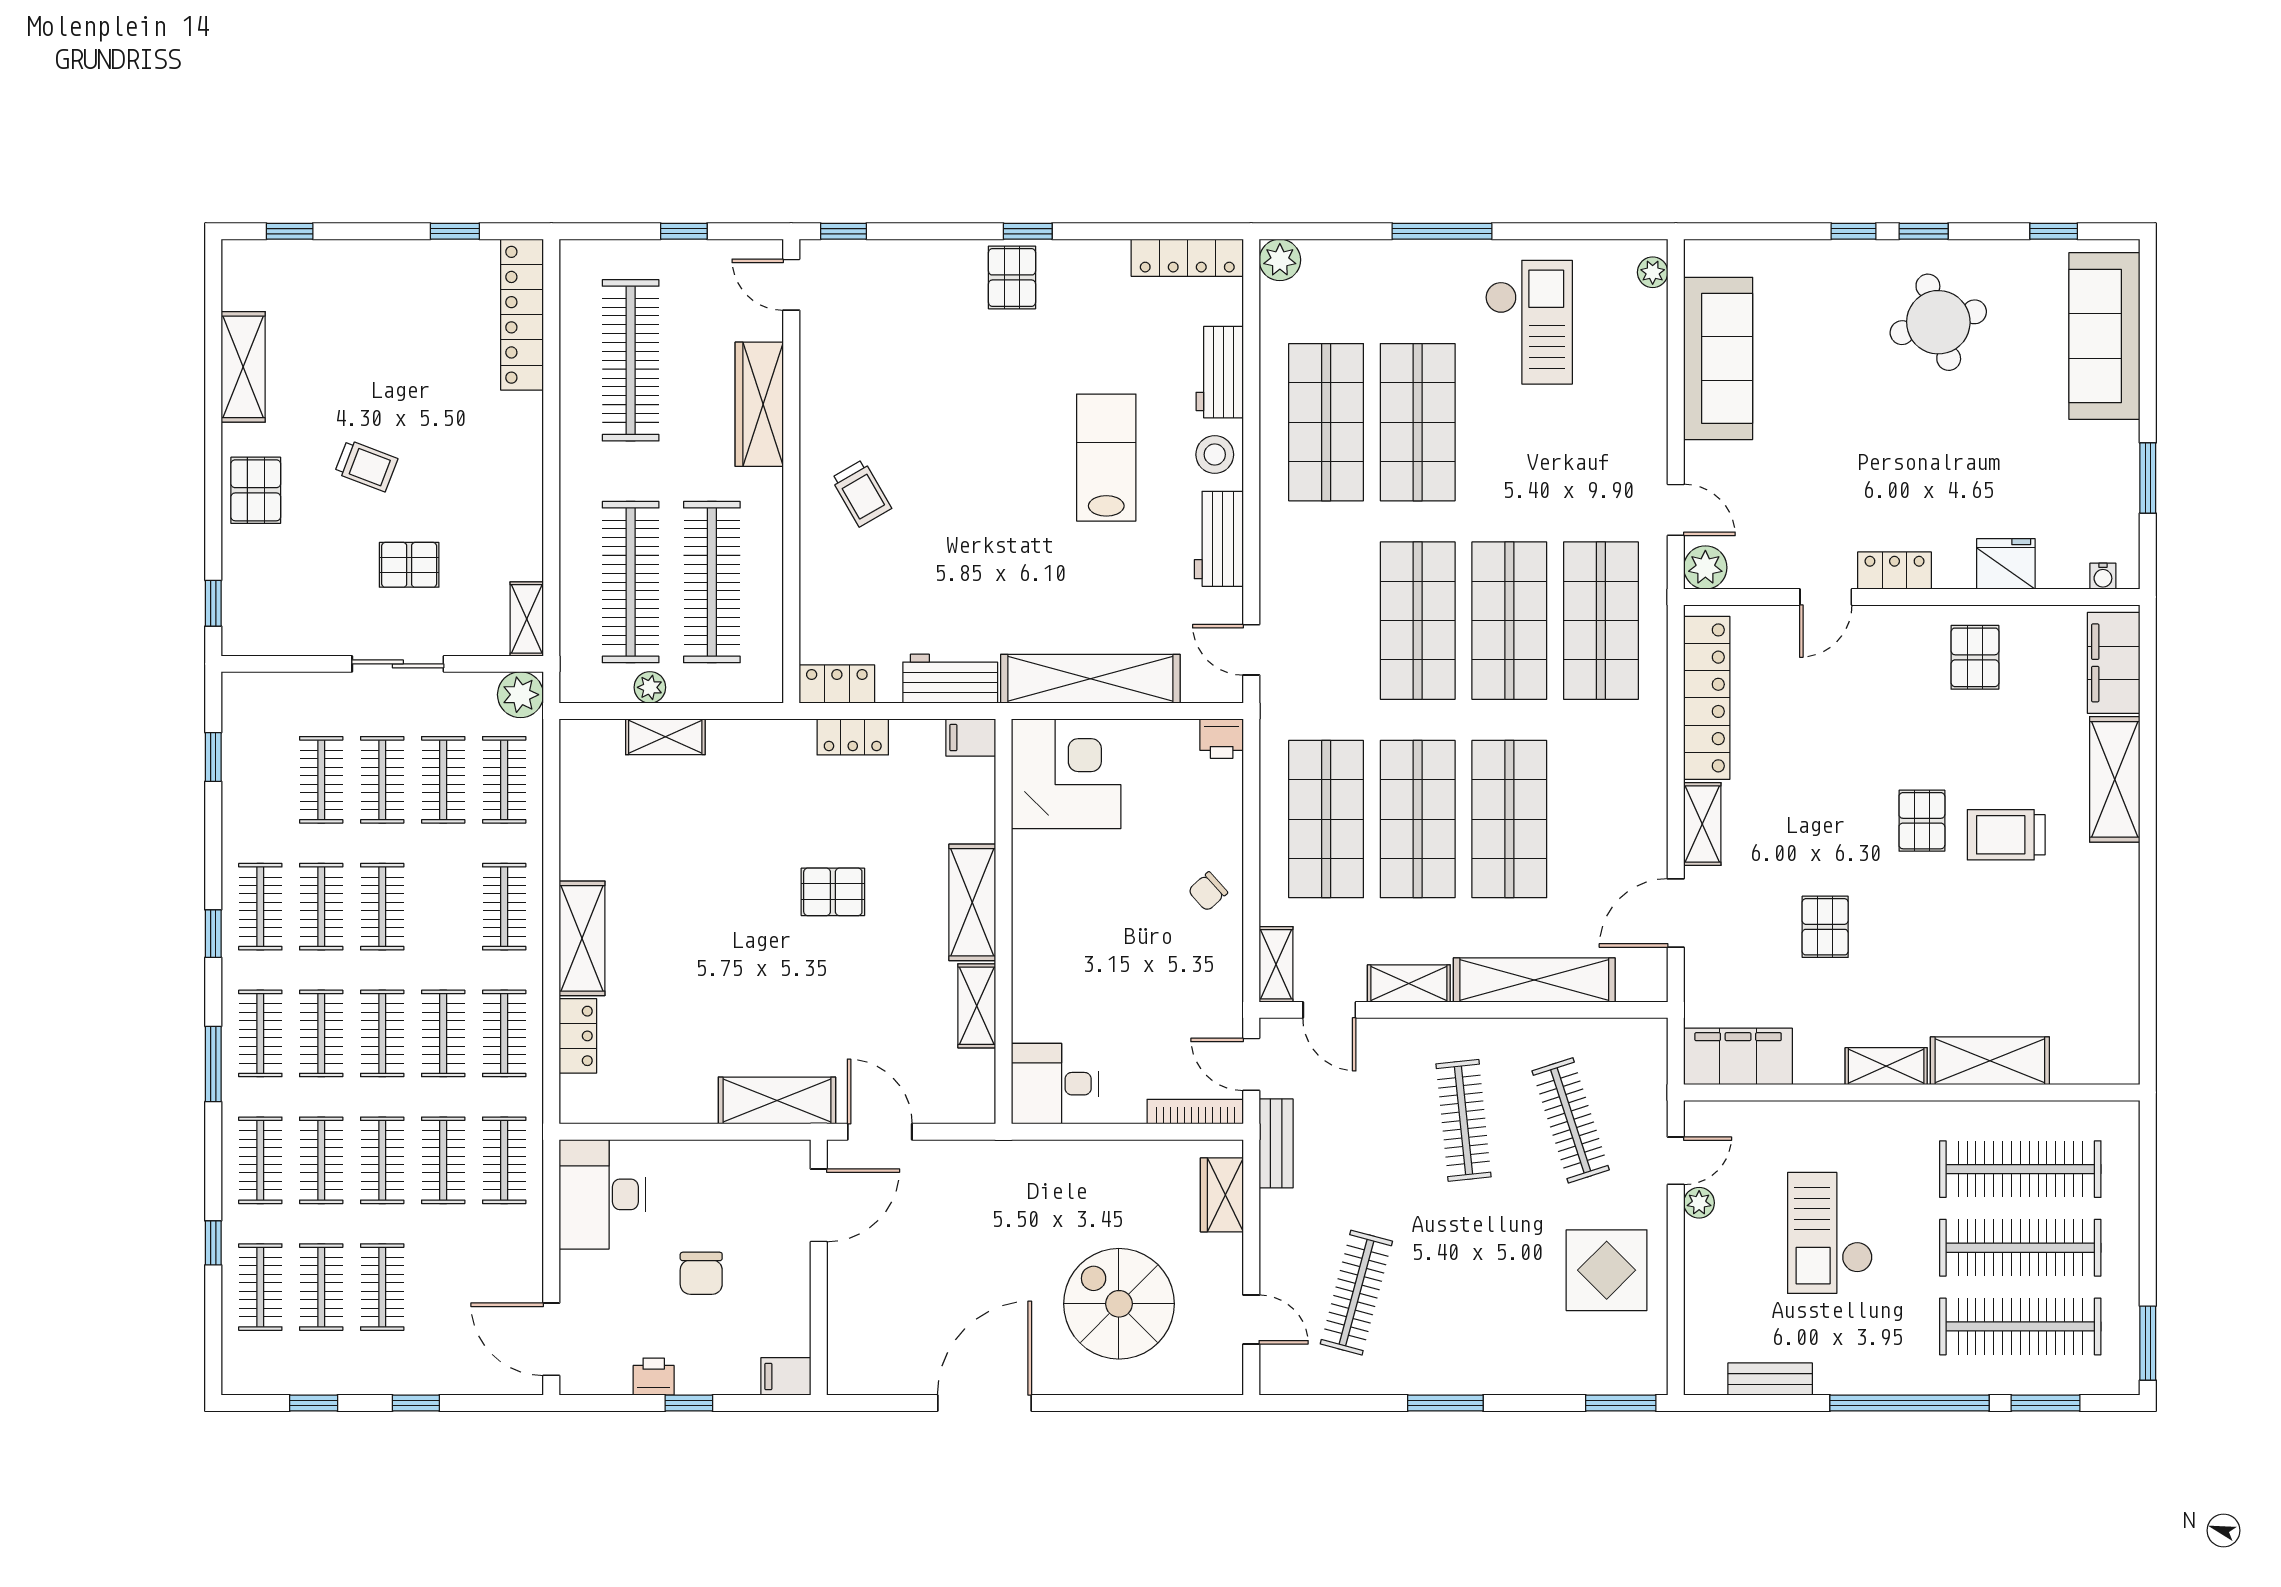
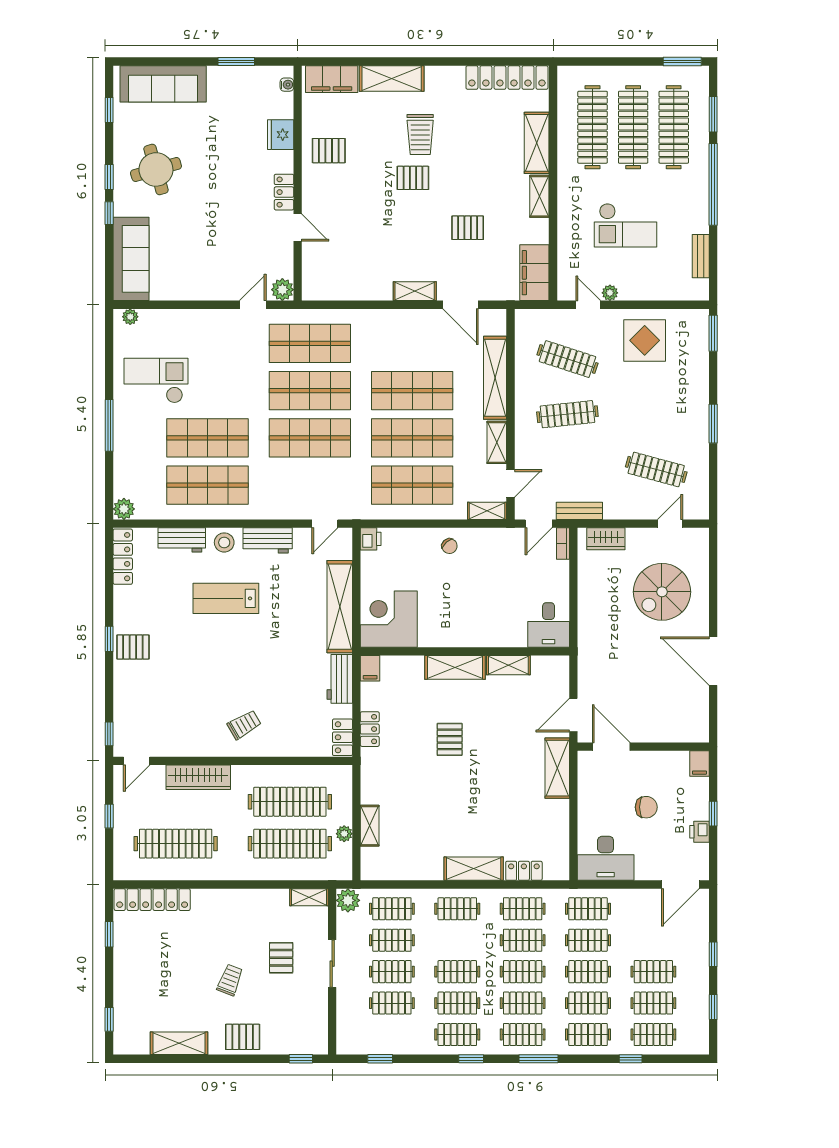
sofa: (1718, 358) -> (131, 259), moved, turned 90
locker: (1707, 698) -> (507, 77), moved, turned 180
bookcase: (1195, 1112) -> (563, 544), width x0.64
clothes rail: (1571, 1120) -> (567, 359), turned 36

